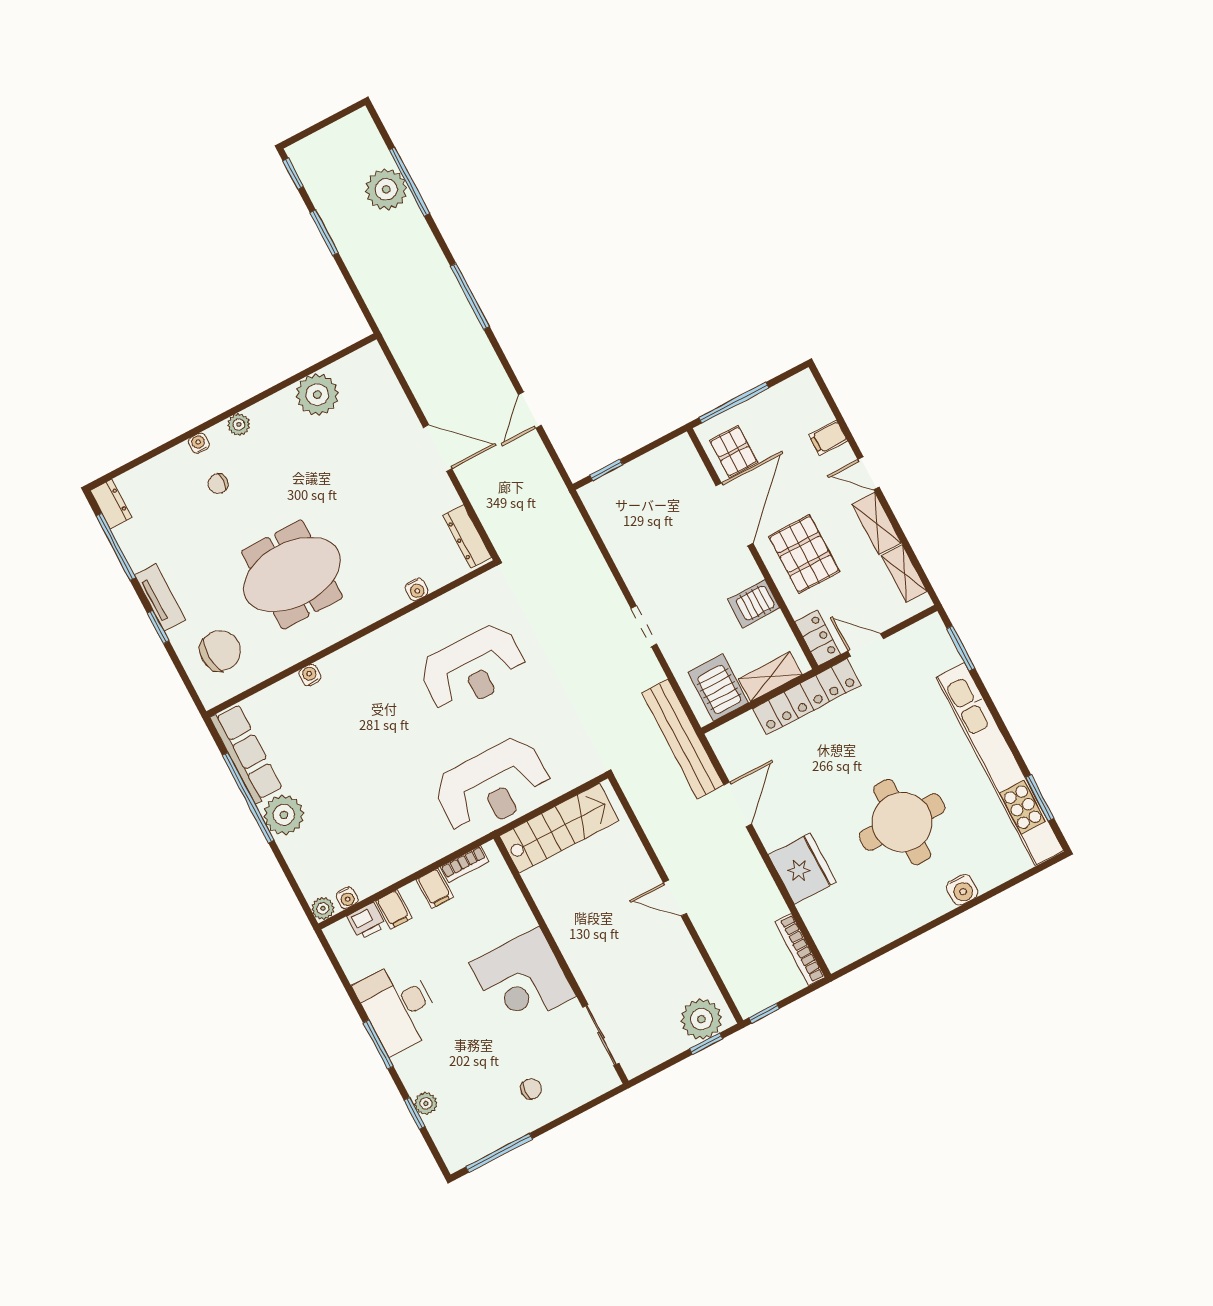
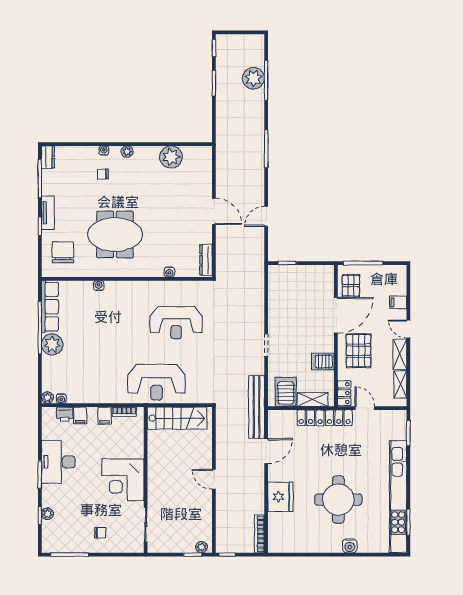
chair: (220, 651) -> (63, 252), turned -87
plant: (701, 1019) -> (202, 547), width x0.53, depth x0.53

